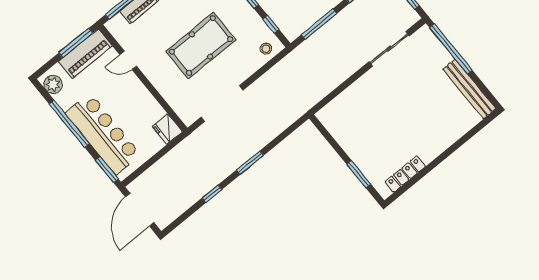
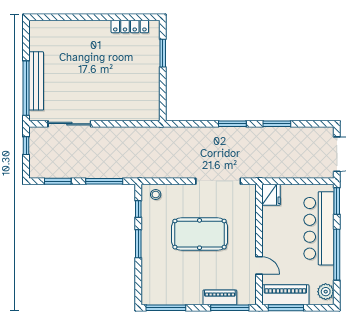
bench: (469, 89) -> (36, 81), moved
window: (212, 194) -> (277, 124), width x1.50

